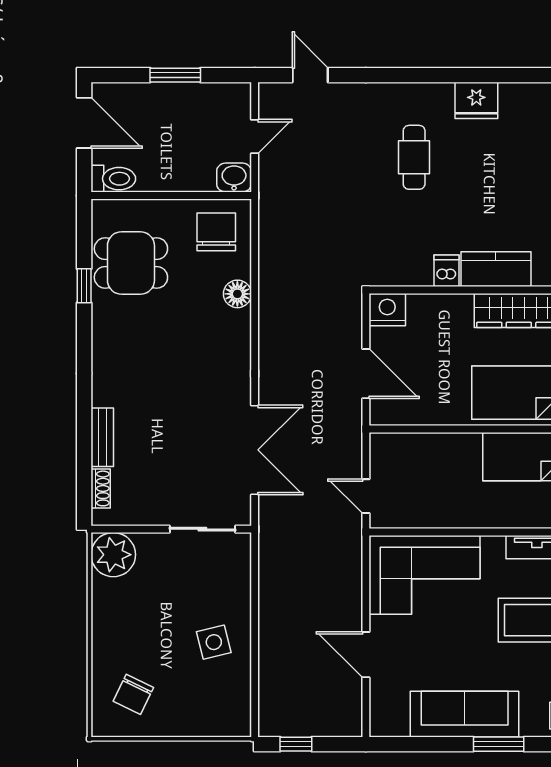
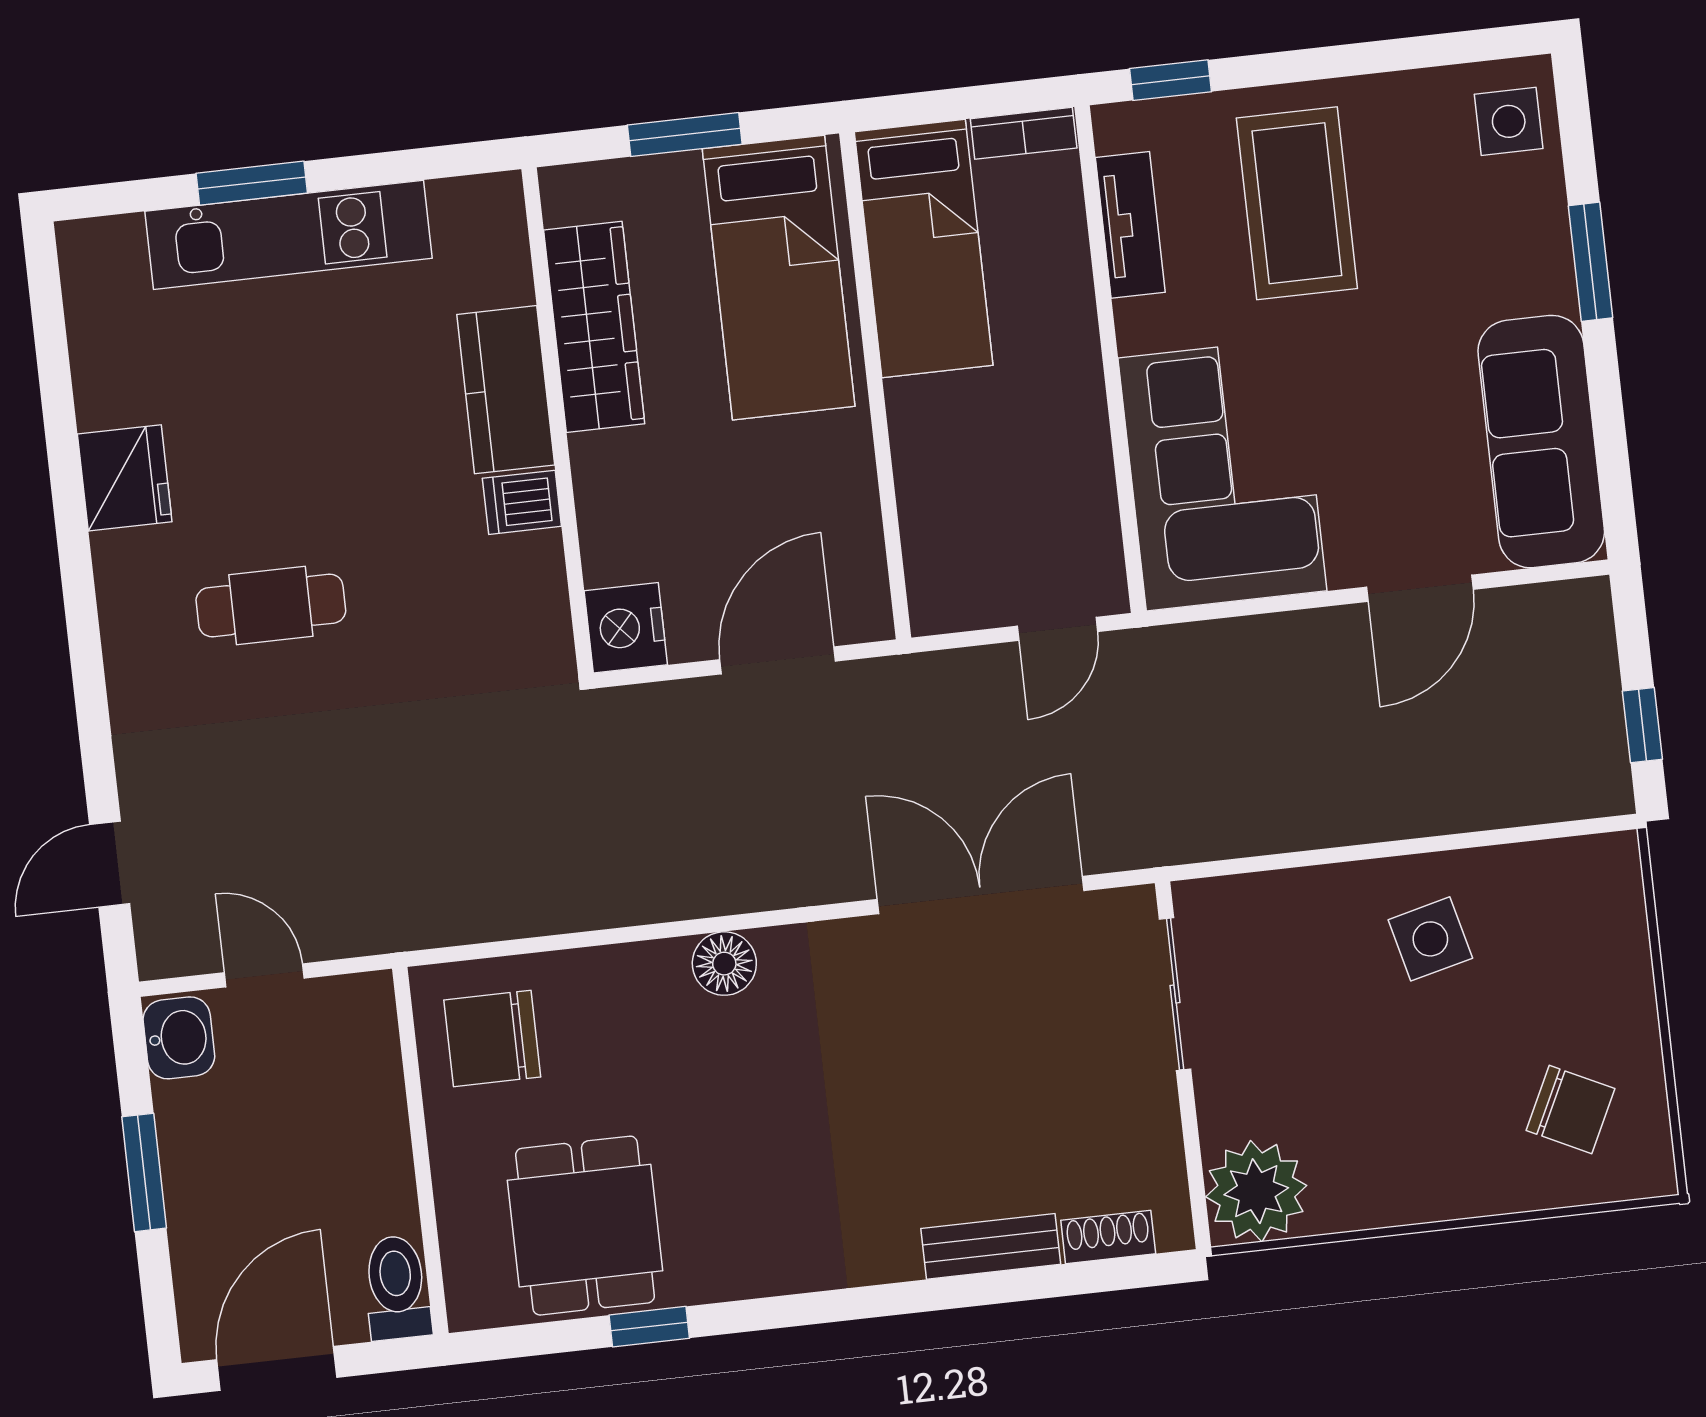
washbasin: (234, 178) -> (179, 1038), moved, turned 180
floor lamp: (237, 294) -> (724, 964), moved
sofa: (465, 714) -> (1541, 442), moved

